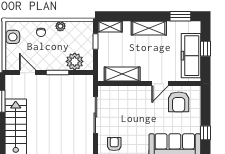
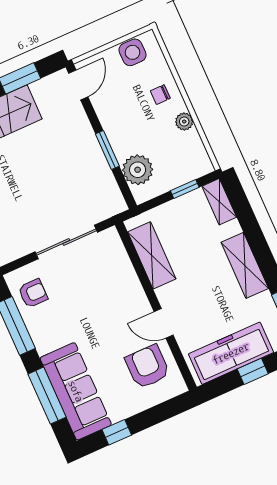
door: (28, 73) -> (78, 85), moved
armchair: (179, 102) -> (147, 367), turned 90

